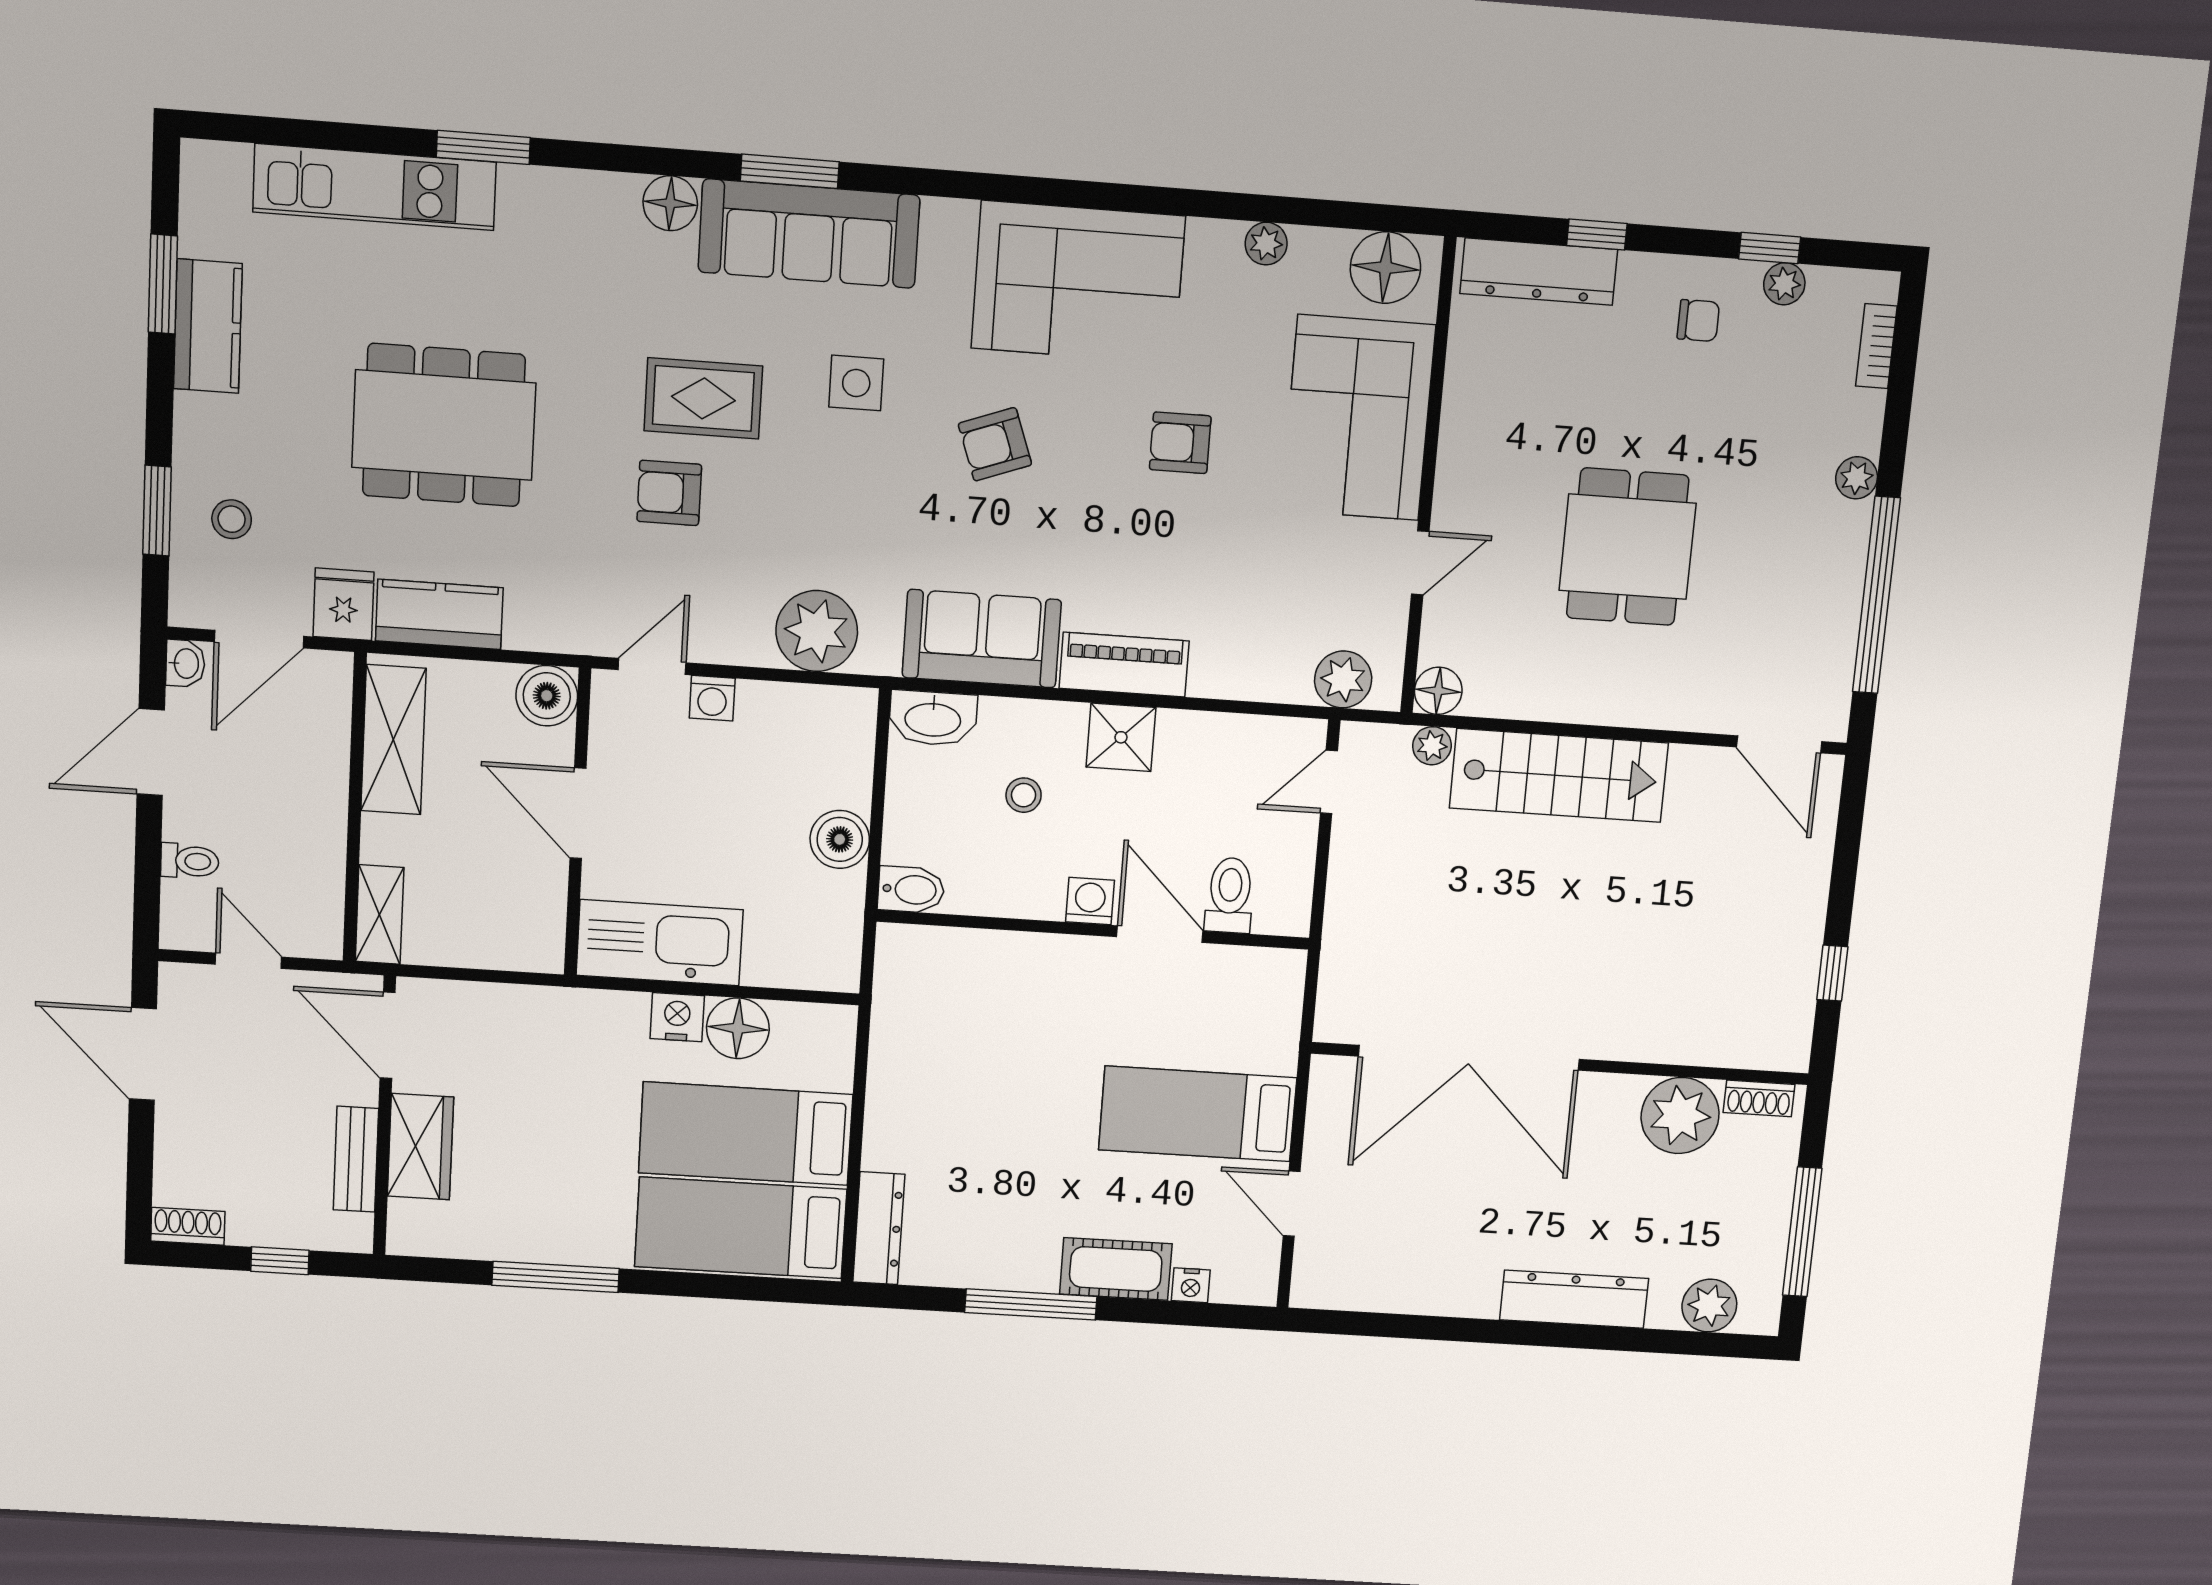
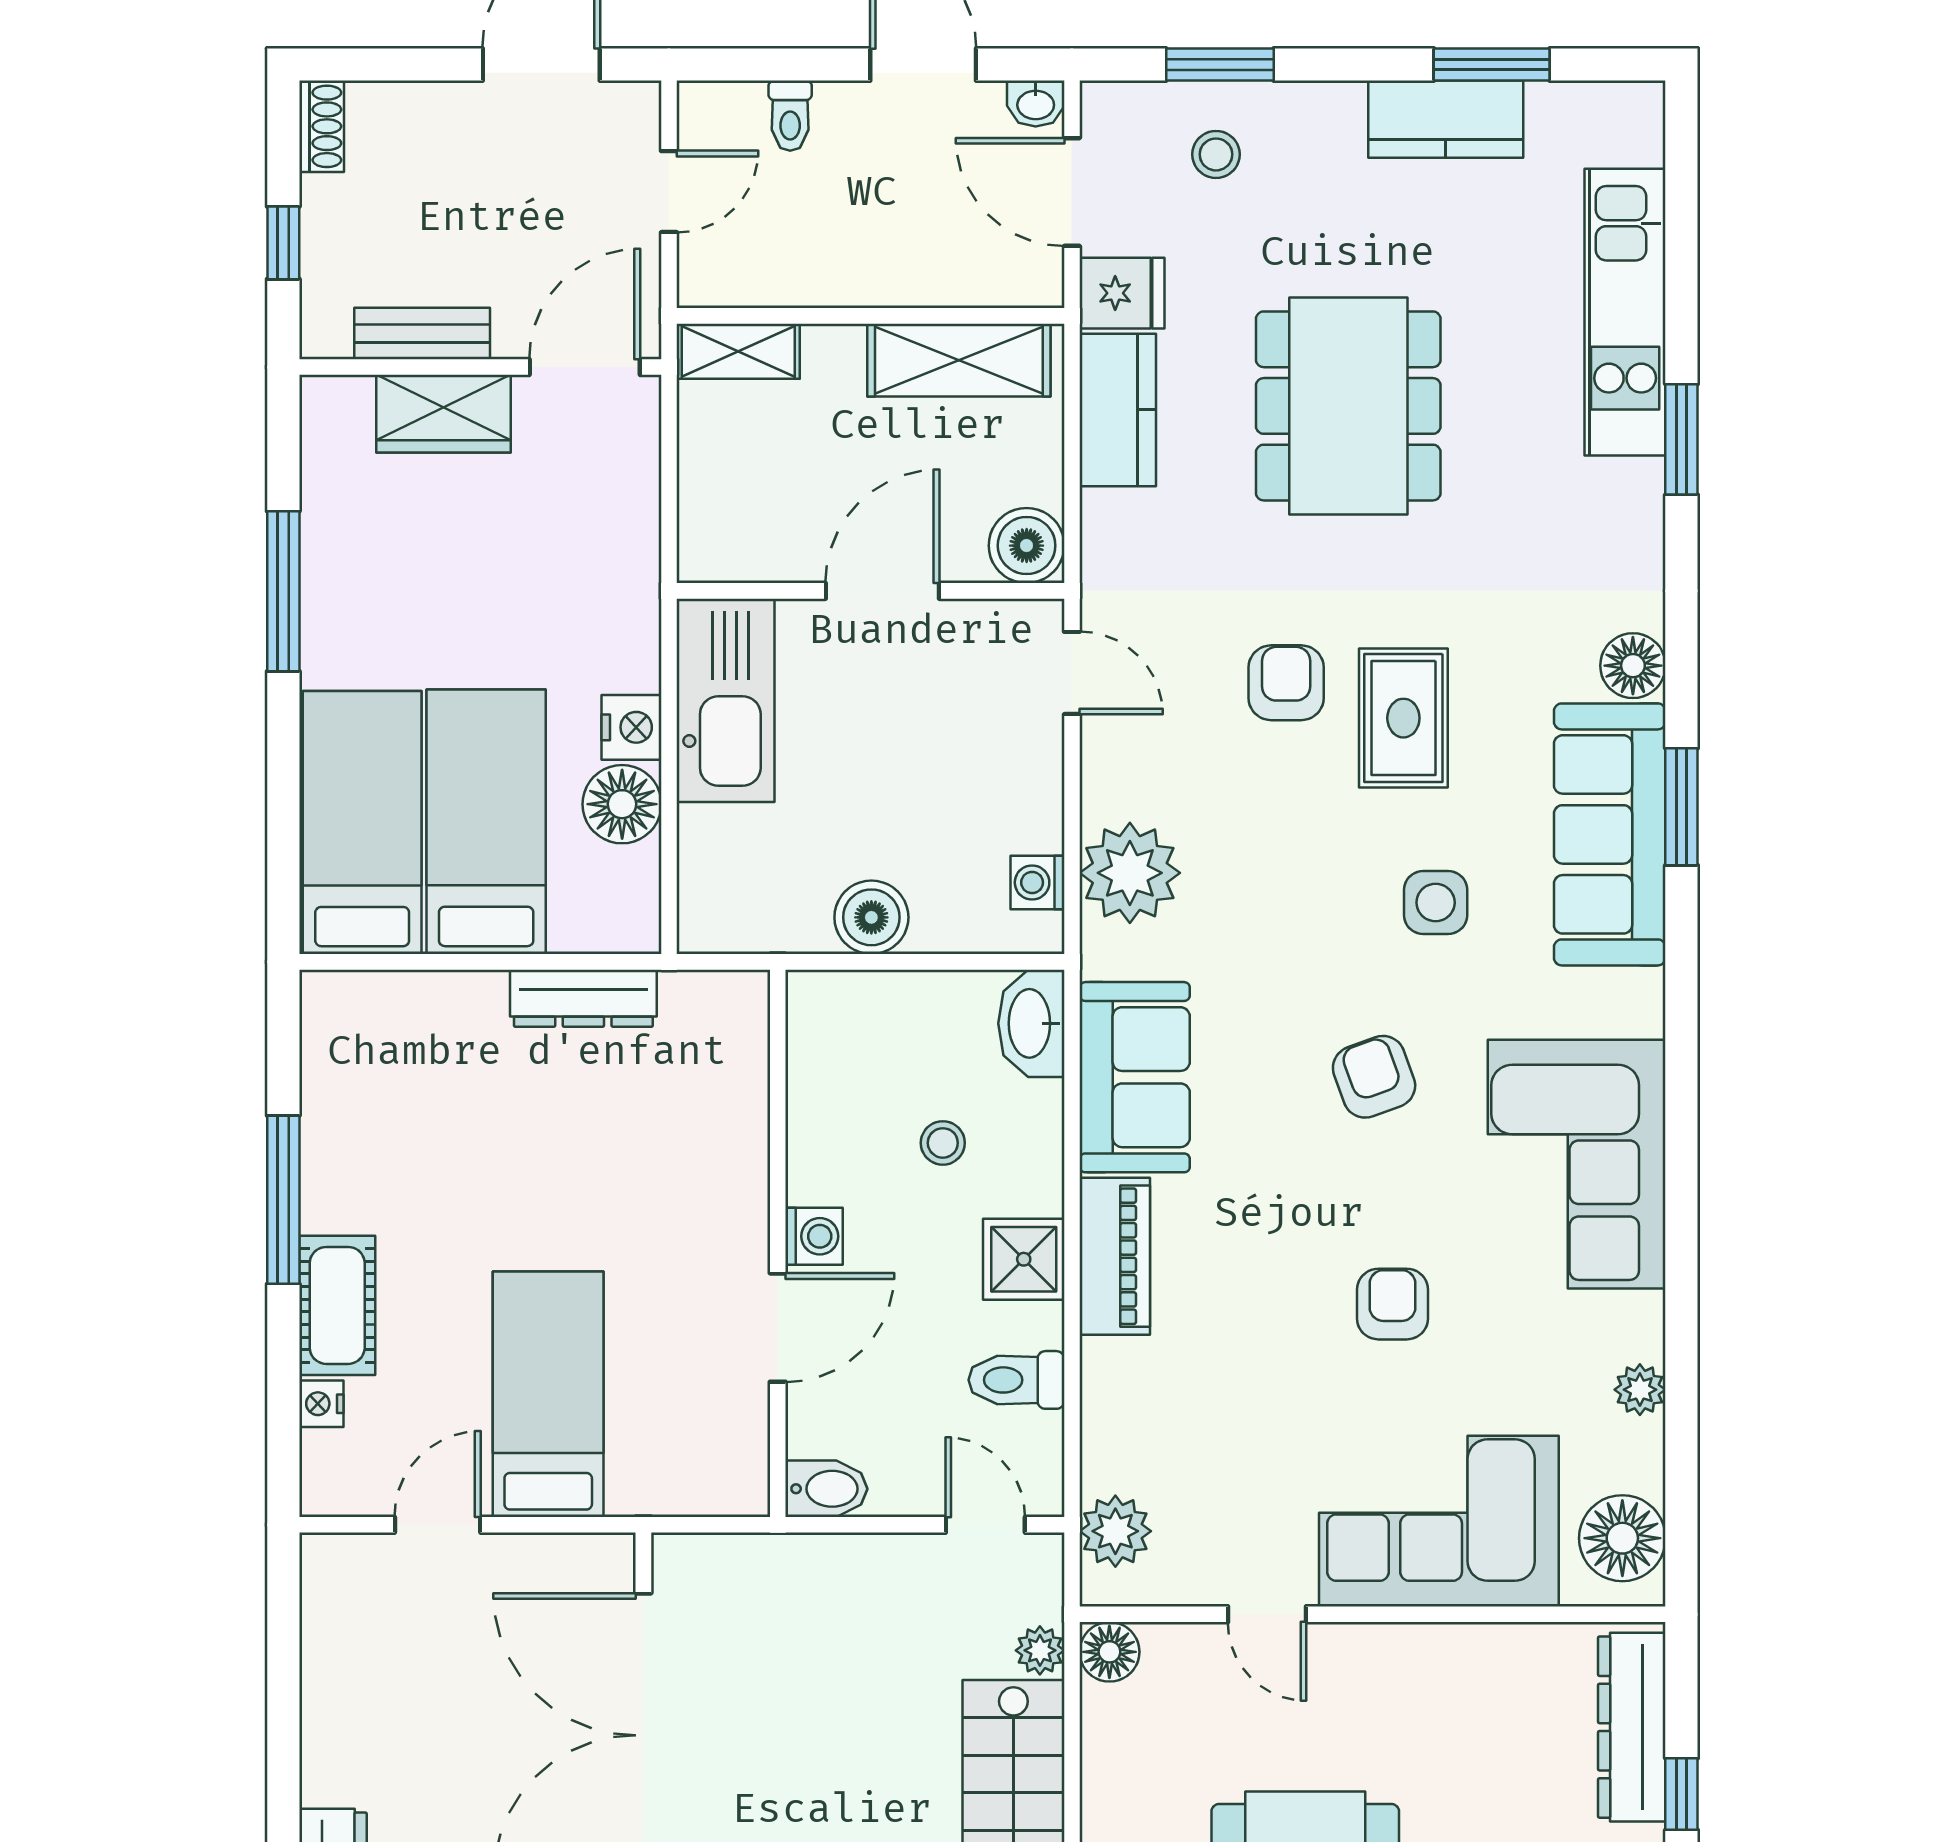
washing machine: (712, 698) -> (1037, 882), moved
bidet: (911, 890) -> (826, 1489), moved, turned -90
toilet: (1230, 895) -> (1016, 1380), moved, turned 180
dresser: (879, 1228) -> (583, 998), moved

